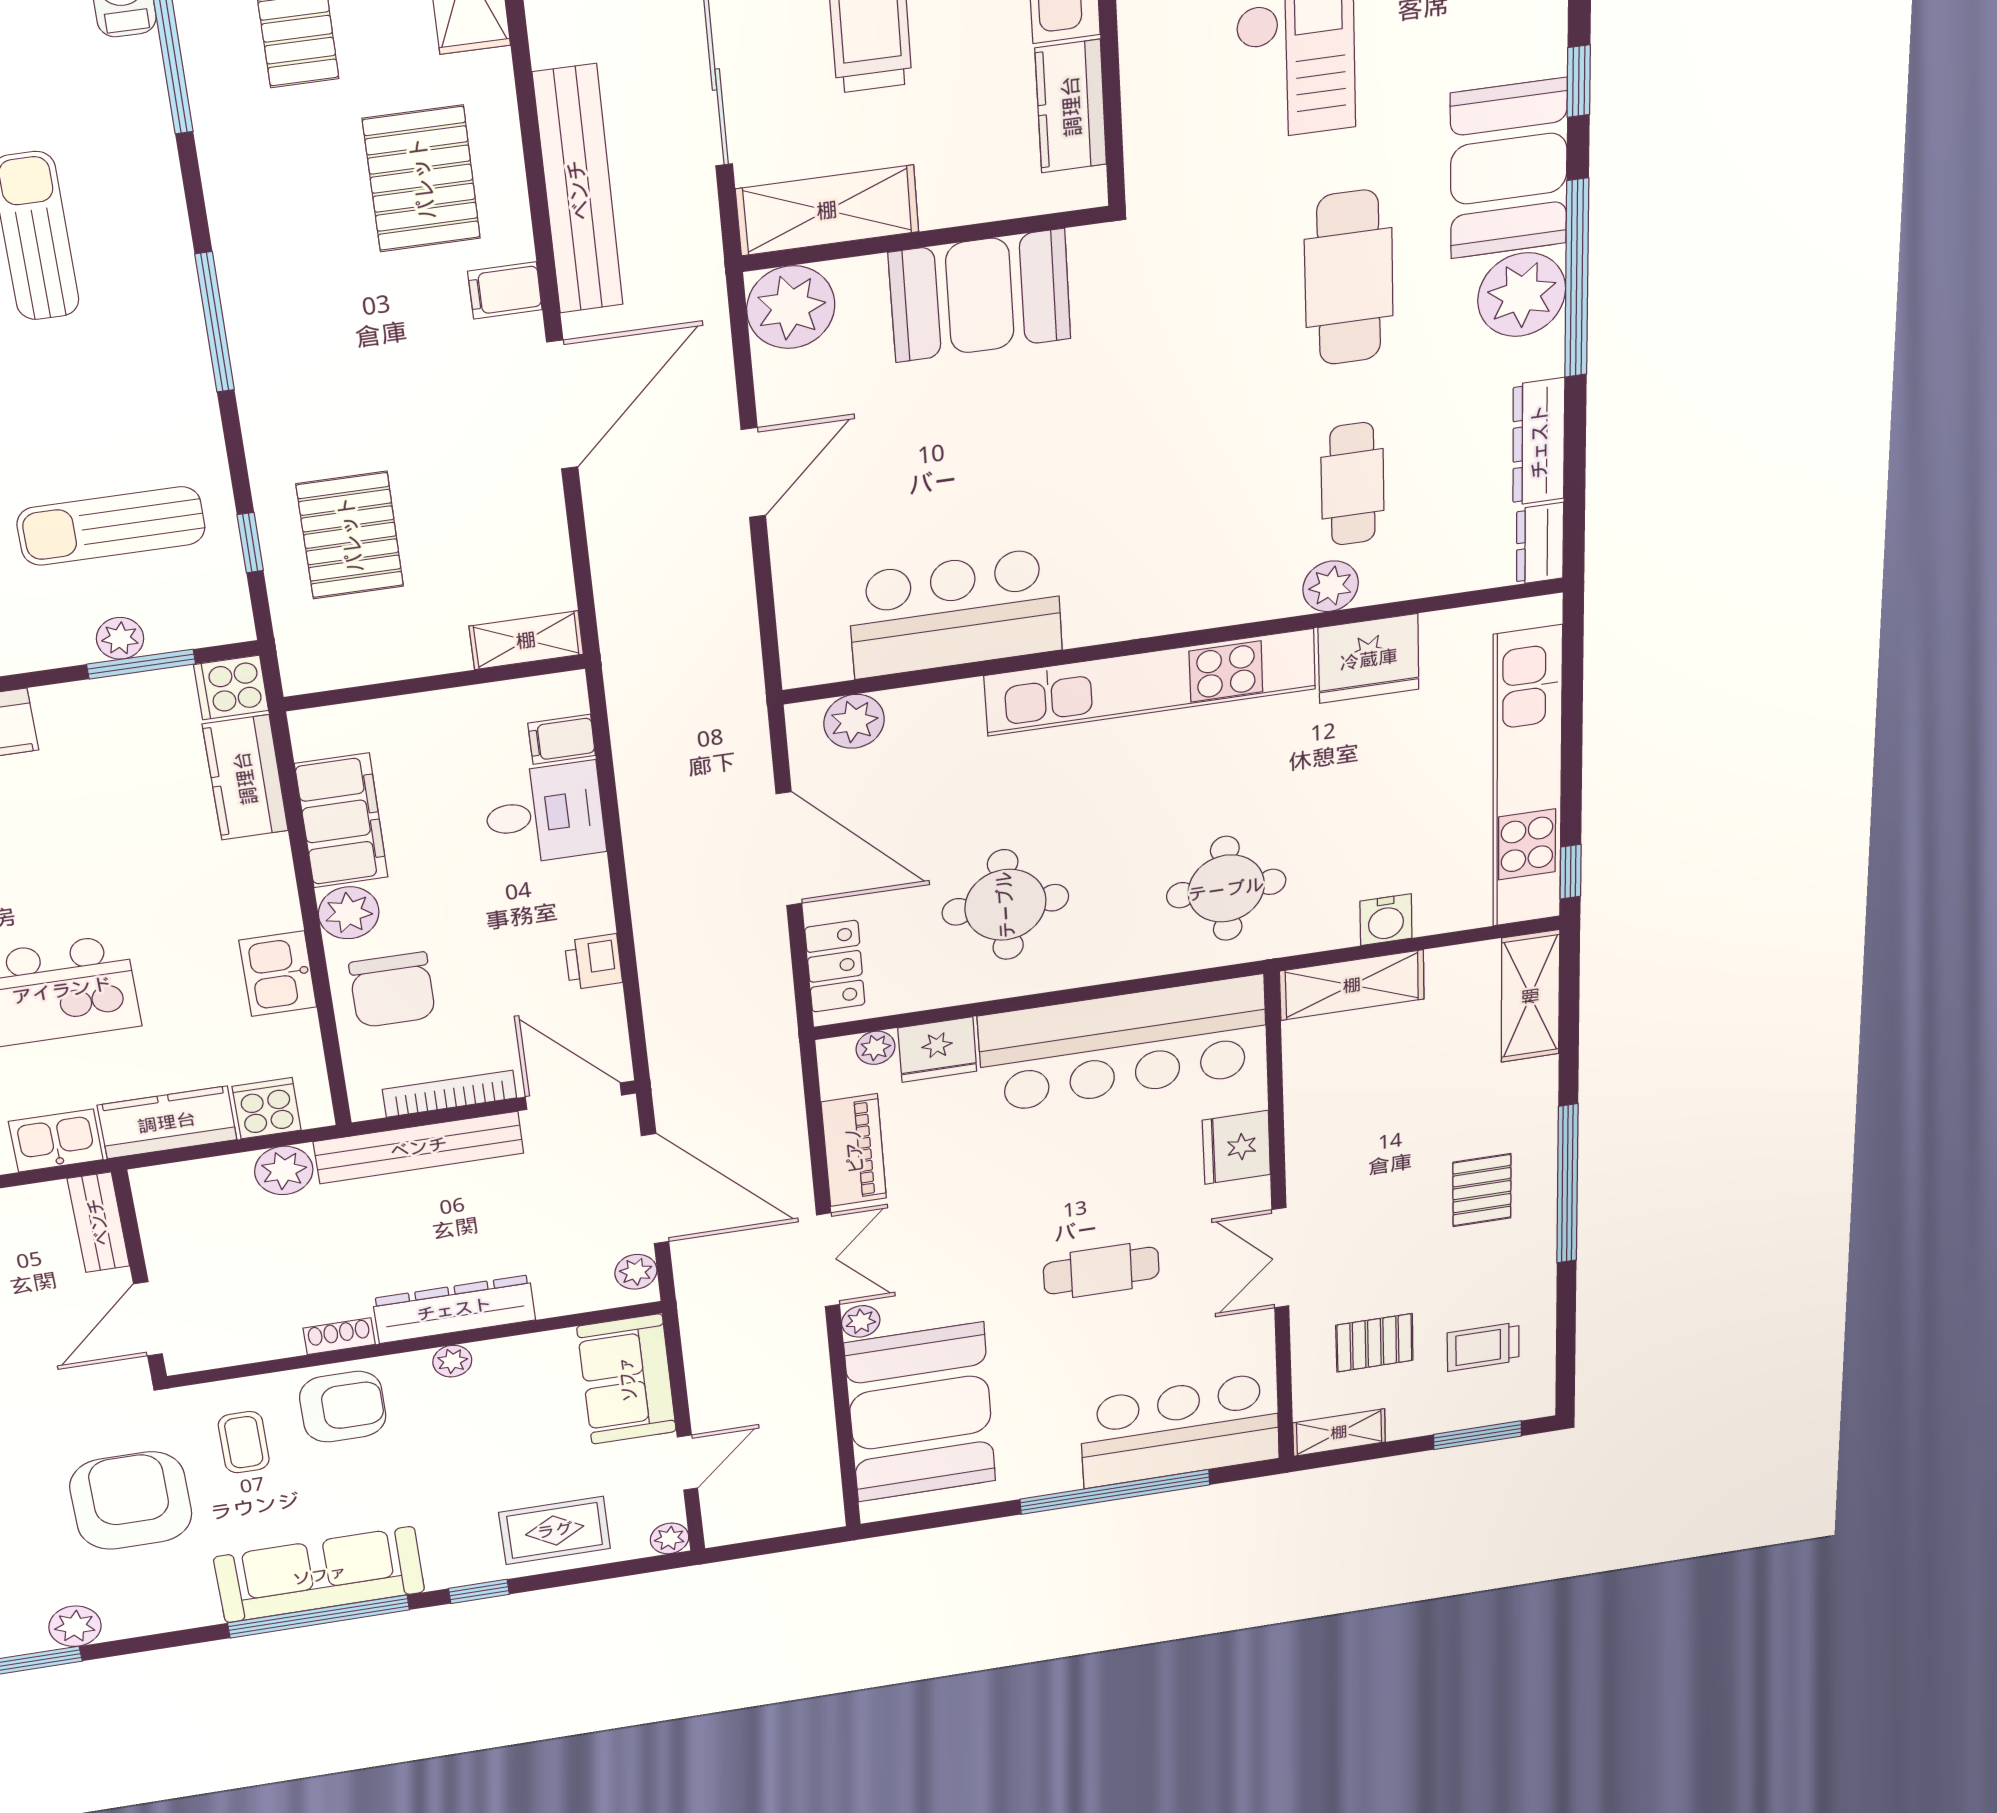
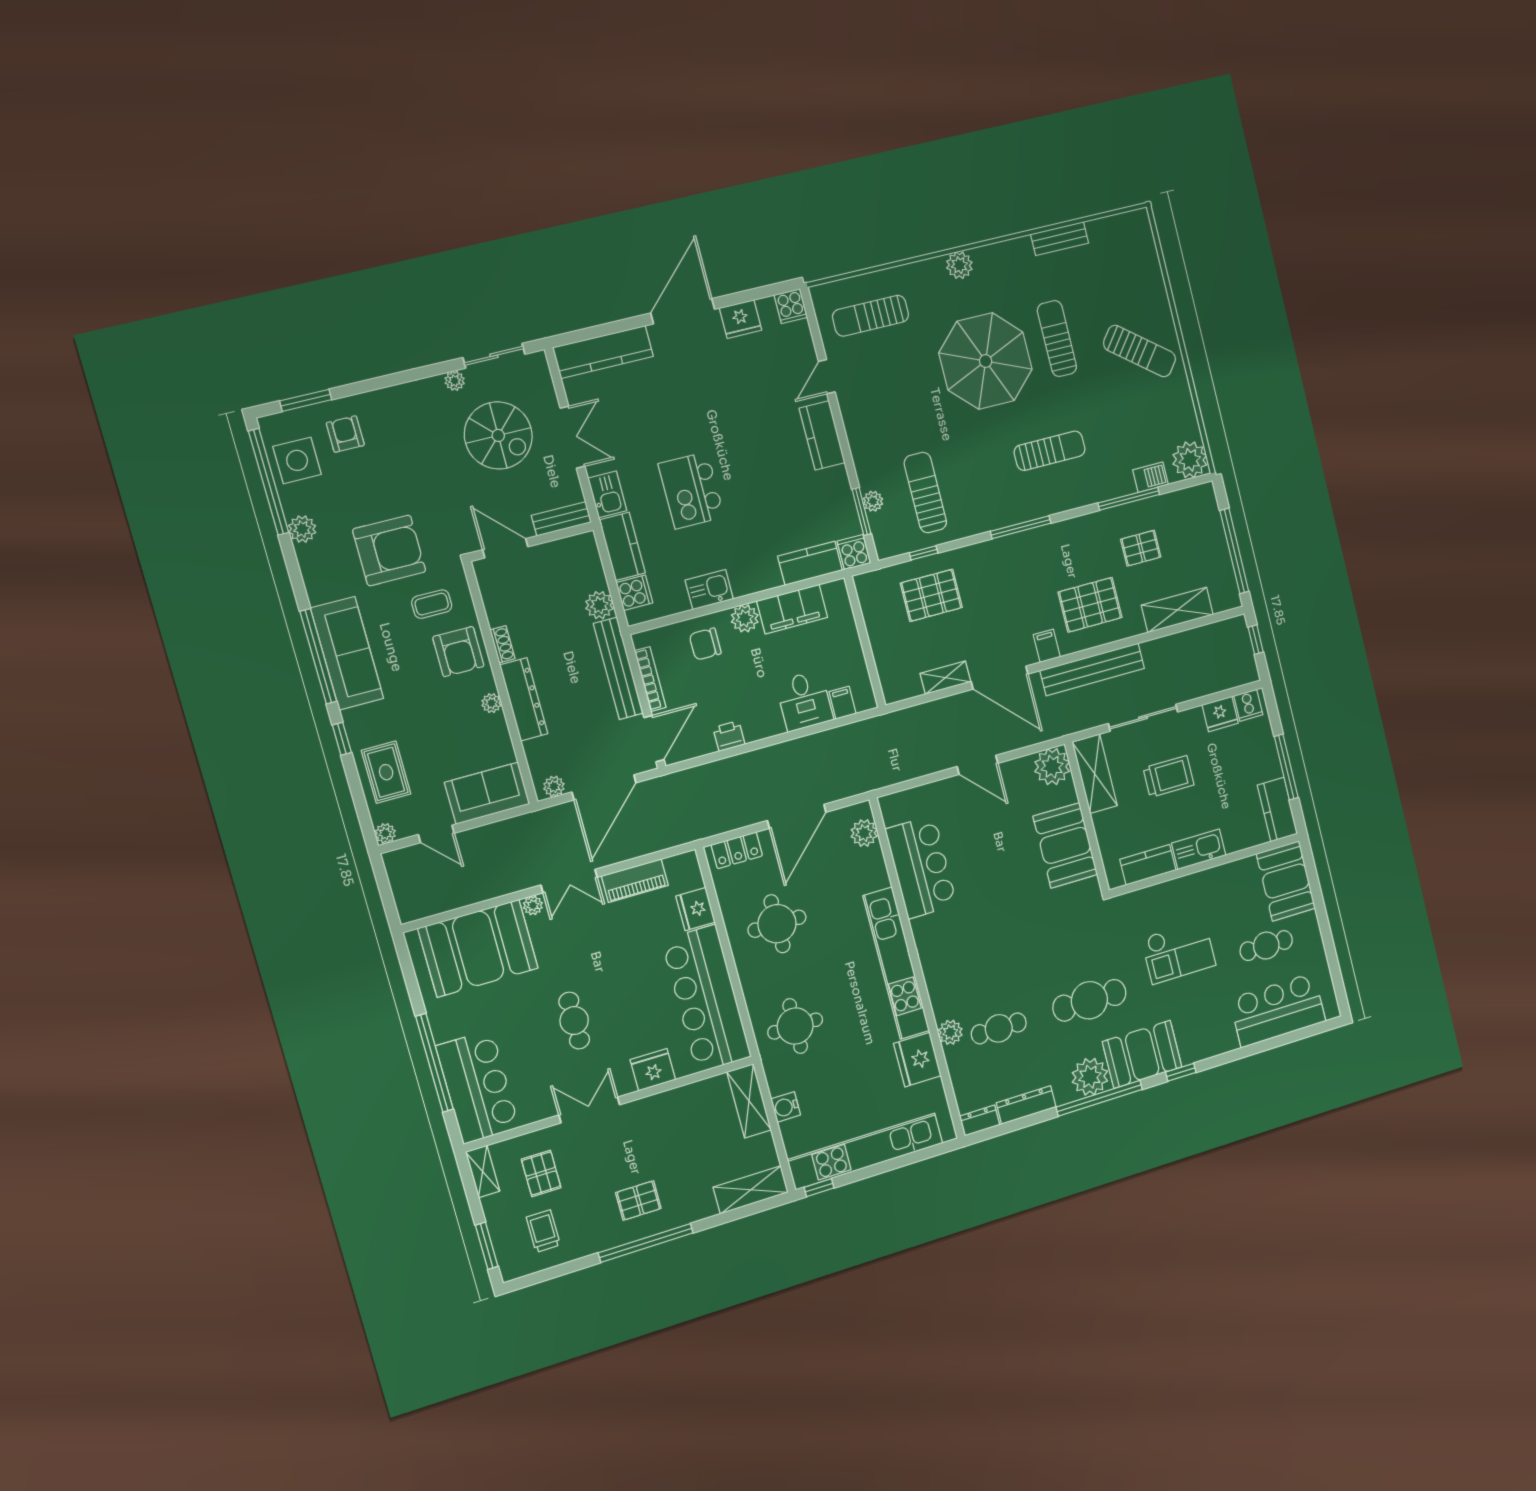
shelving: (526, 640) -> (945, 678), moved, turned 90
chair: (392, 990) -> (705, 644), width x0.73, depth x0.73
plant: (875, 1048) -> (694, 879), removed

